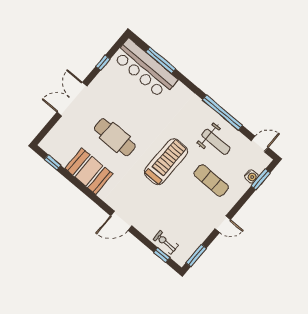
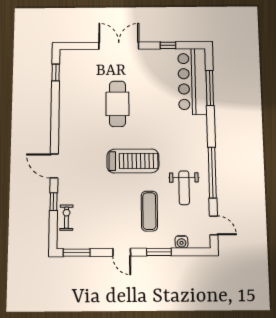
booth: (89, 171) -> (73, 106), removed
window: (261, 179) -> (159, 252), moved
window: (162, 255) -> (54, 202), moved

